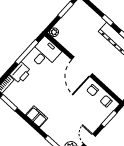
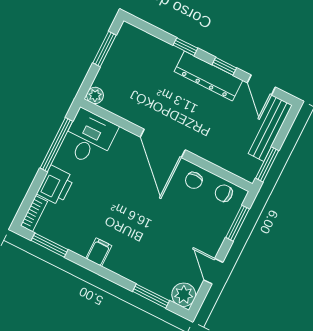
filing cabinet: (37, 117) -> (99, 252), width x0.50

